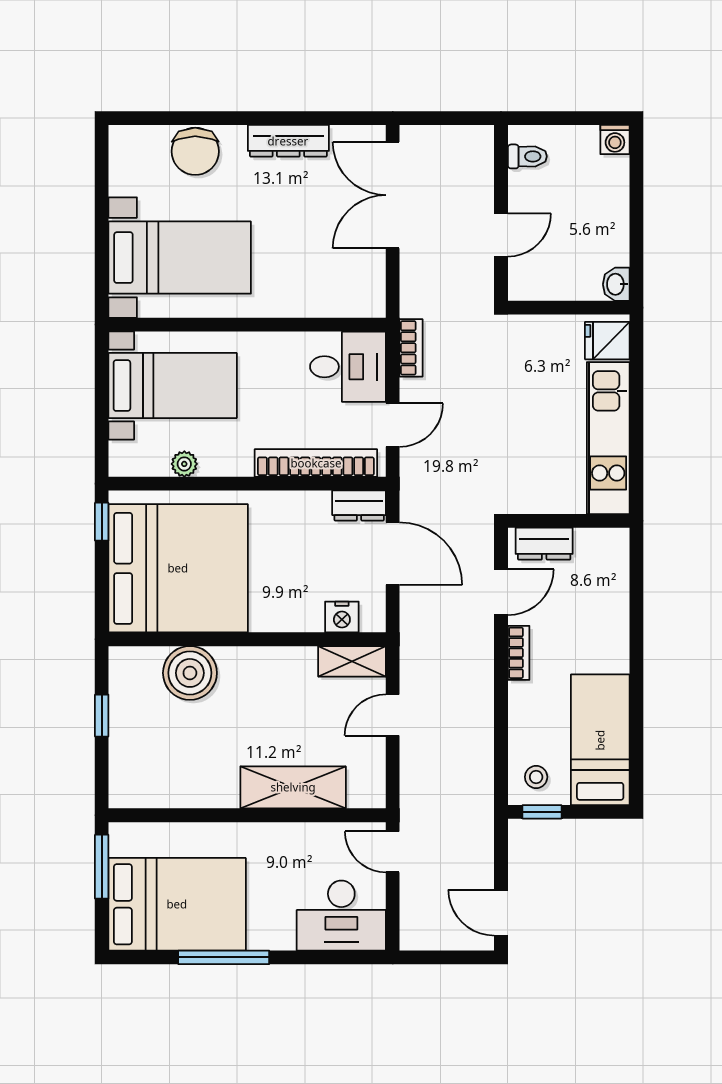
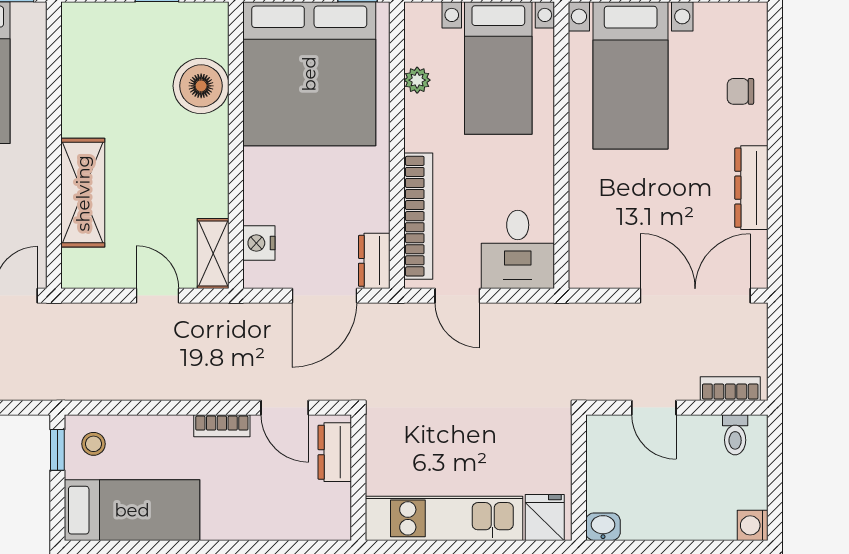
chair: (195, 151) -> (740, 91), width x0.54, depth x0.54
bookcase: (411, 348) -> (730, 389), moved, turned 180

